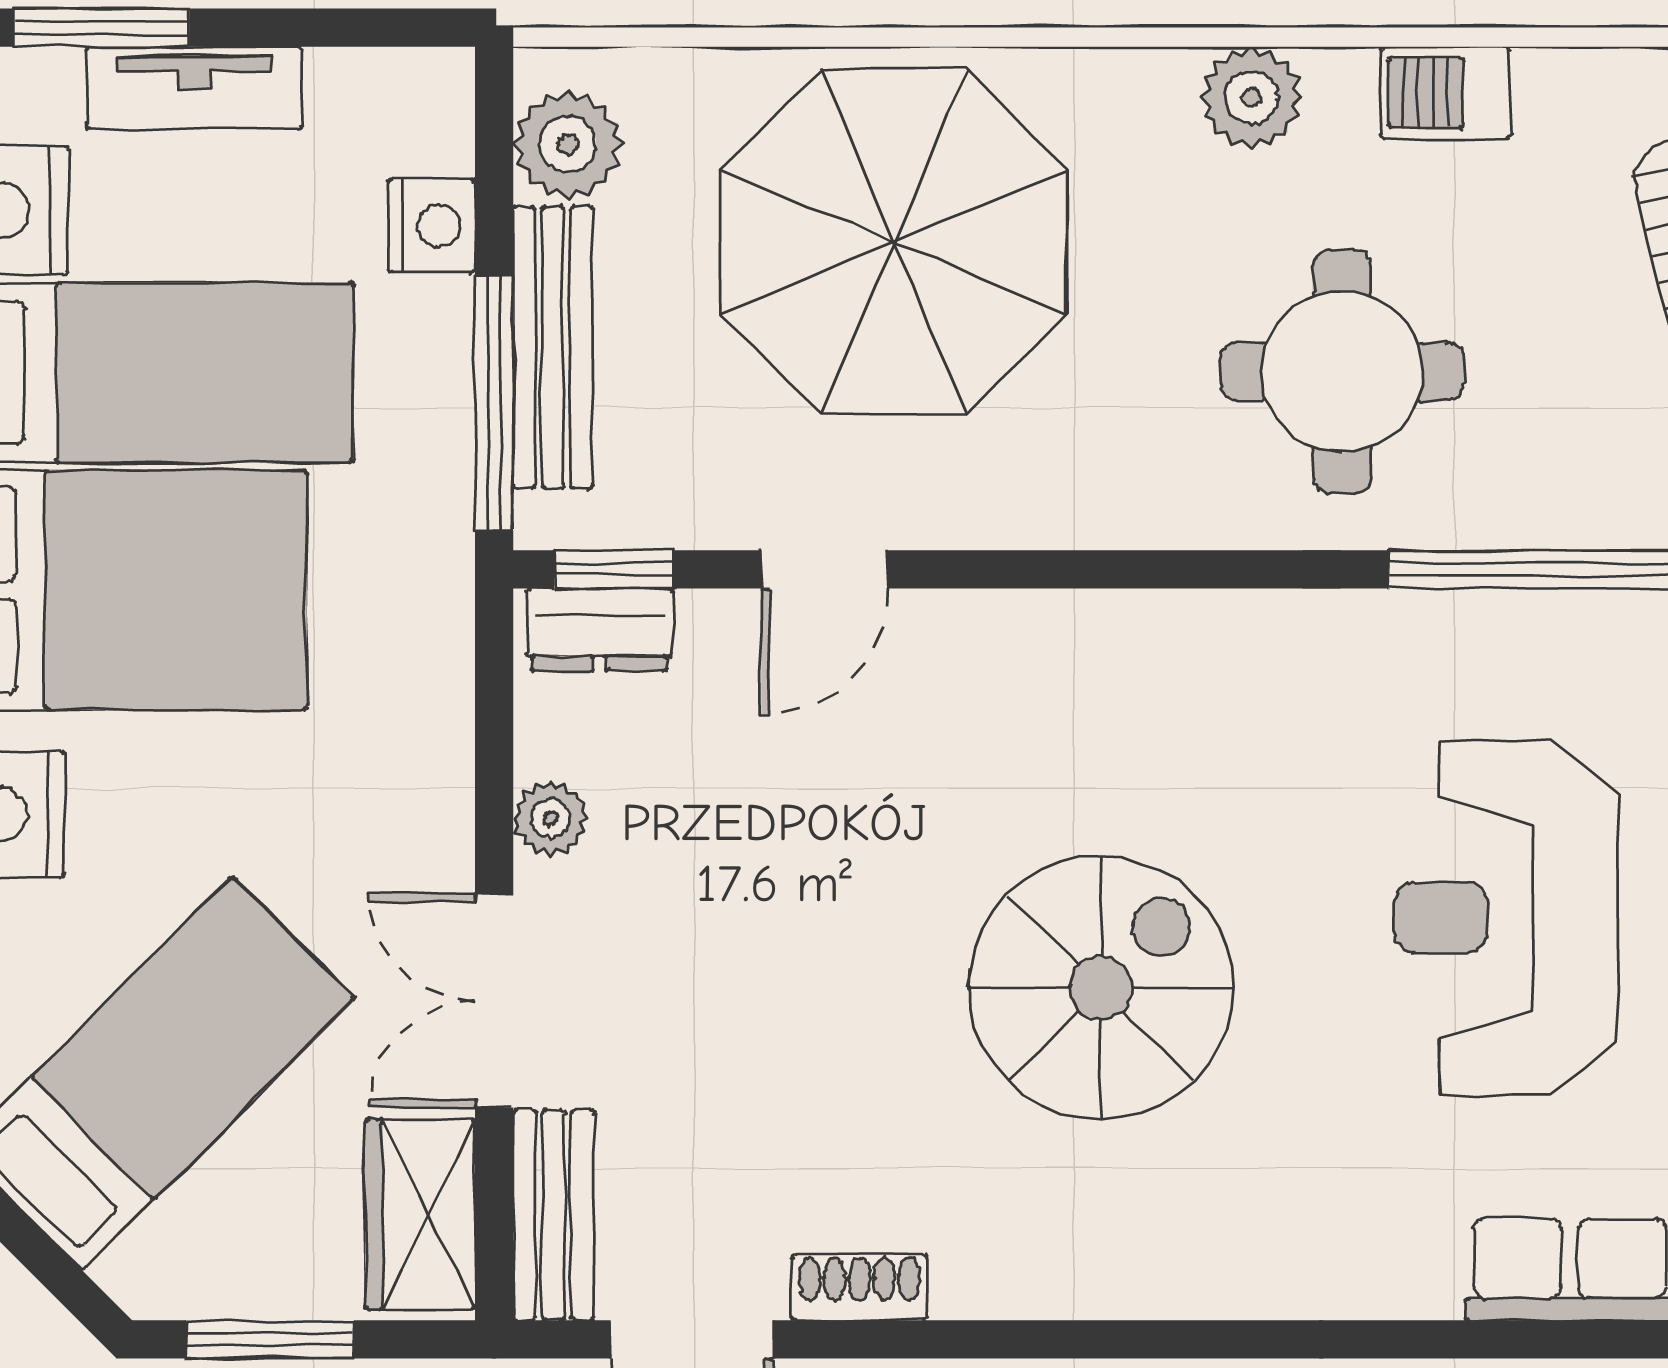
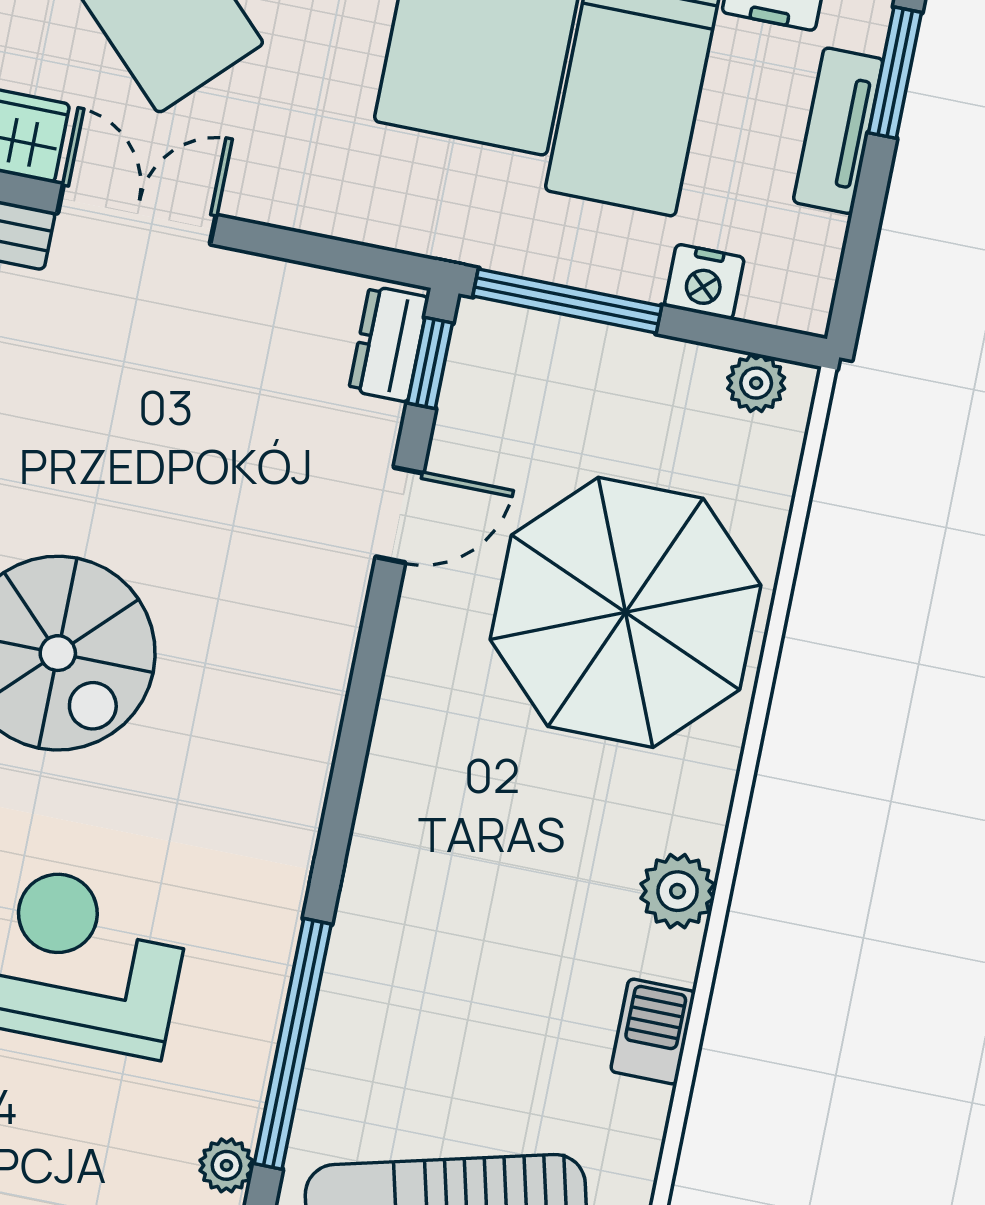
plant: (568, 144) -> (756, 383), width x0.73, depth x0.73
bench: (553, 347) -> (599, 351), removed
round table: (1342, 372) -> (467, 917), removed
door: (825, 569) -> (399, 515), swing flipped
plant: (550, 818) -> (260, 281), removed

